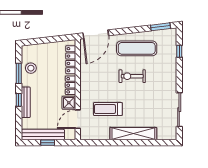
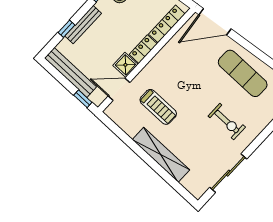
exercise bike: (132, 76) -> (227, 122), moved, turned 180
window: (19, 100) -> (67, 29), moved
treadmill: (108, 109) -> (158, 107), turned 180
window: (48, 143) -> (83, 99), moved

